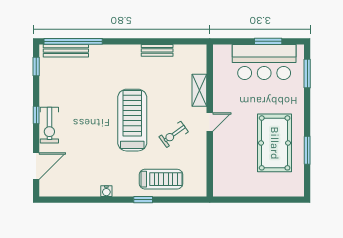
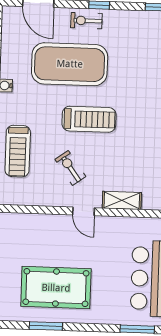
treadmill: (132, 120) -> (89, 119), width x0.73, depth x0.73
exercise bike: (49, 125) -> (86, 21), width x0.73, depth x0.72
exercise mat: (87, 138) -> (70, 64), added

